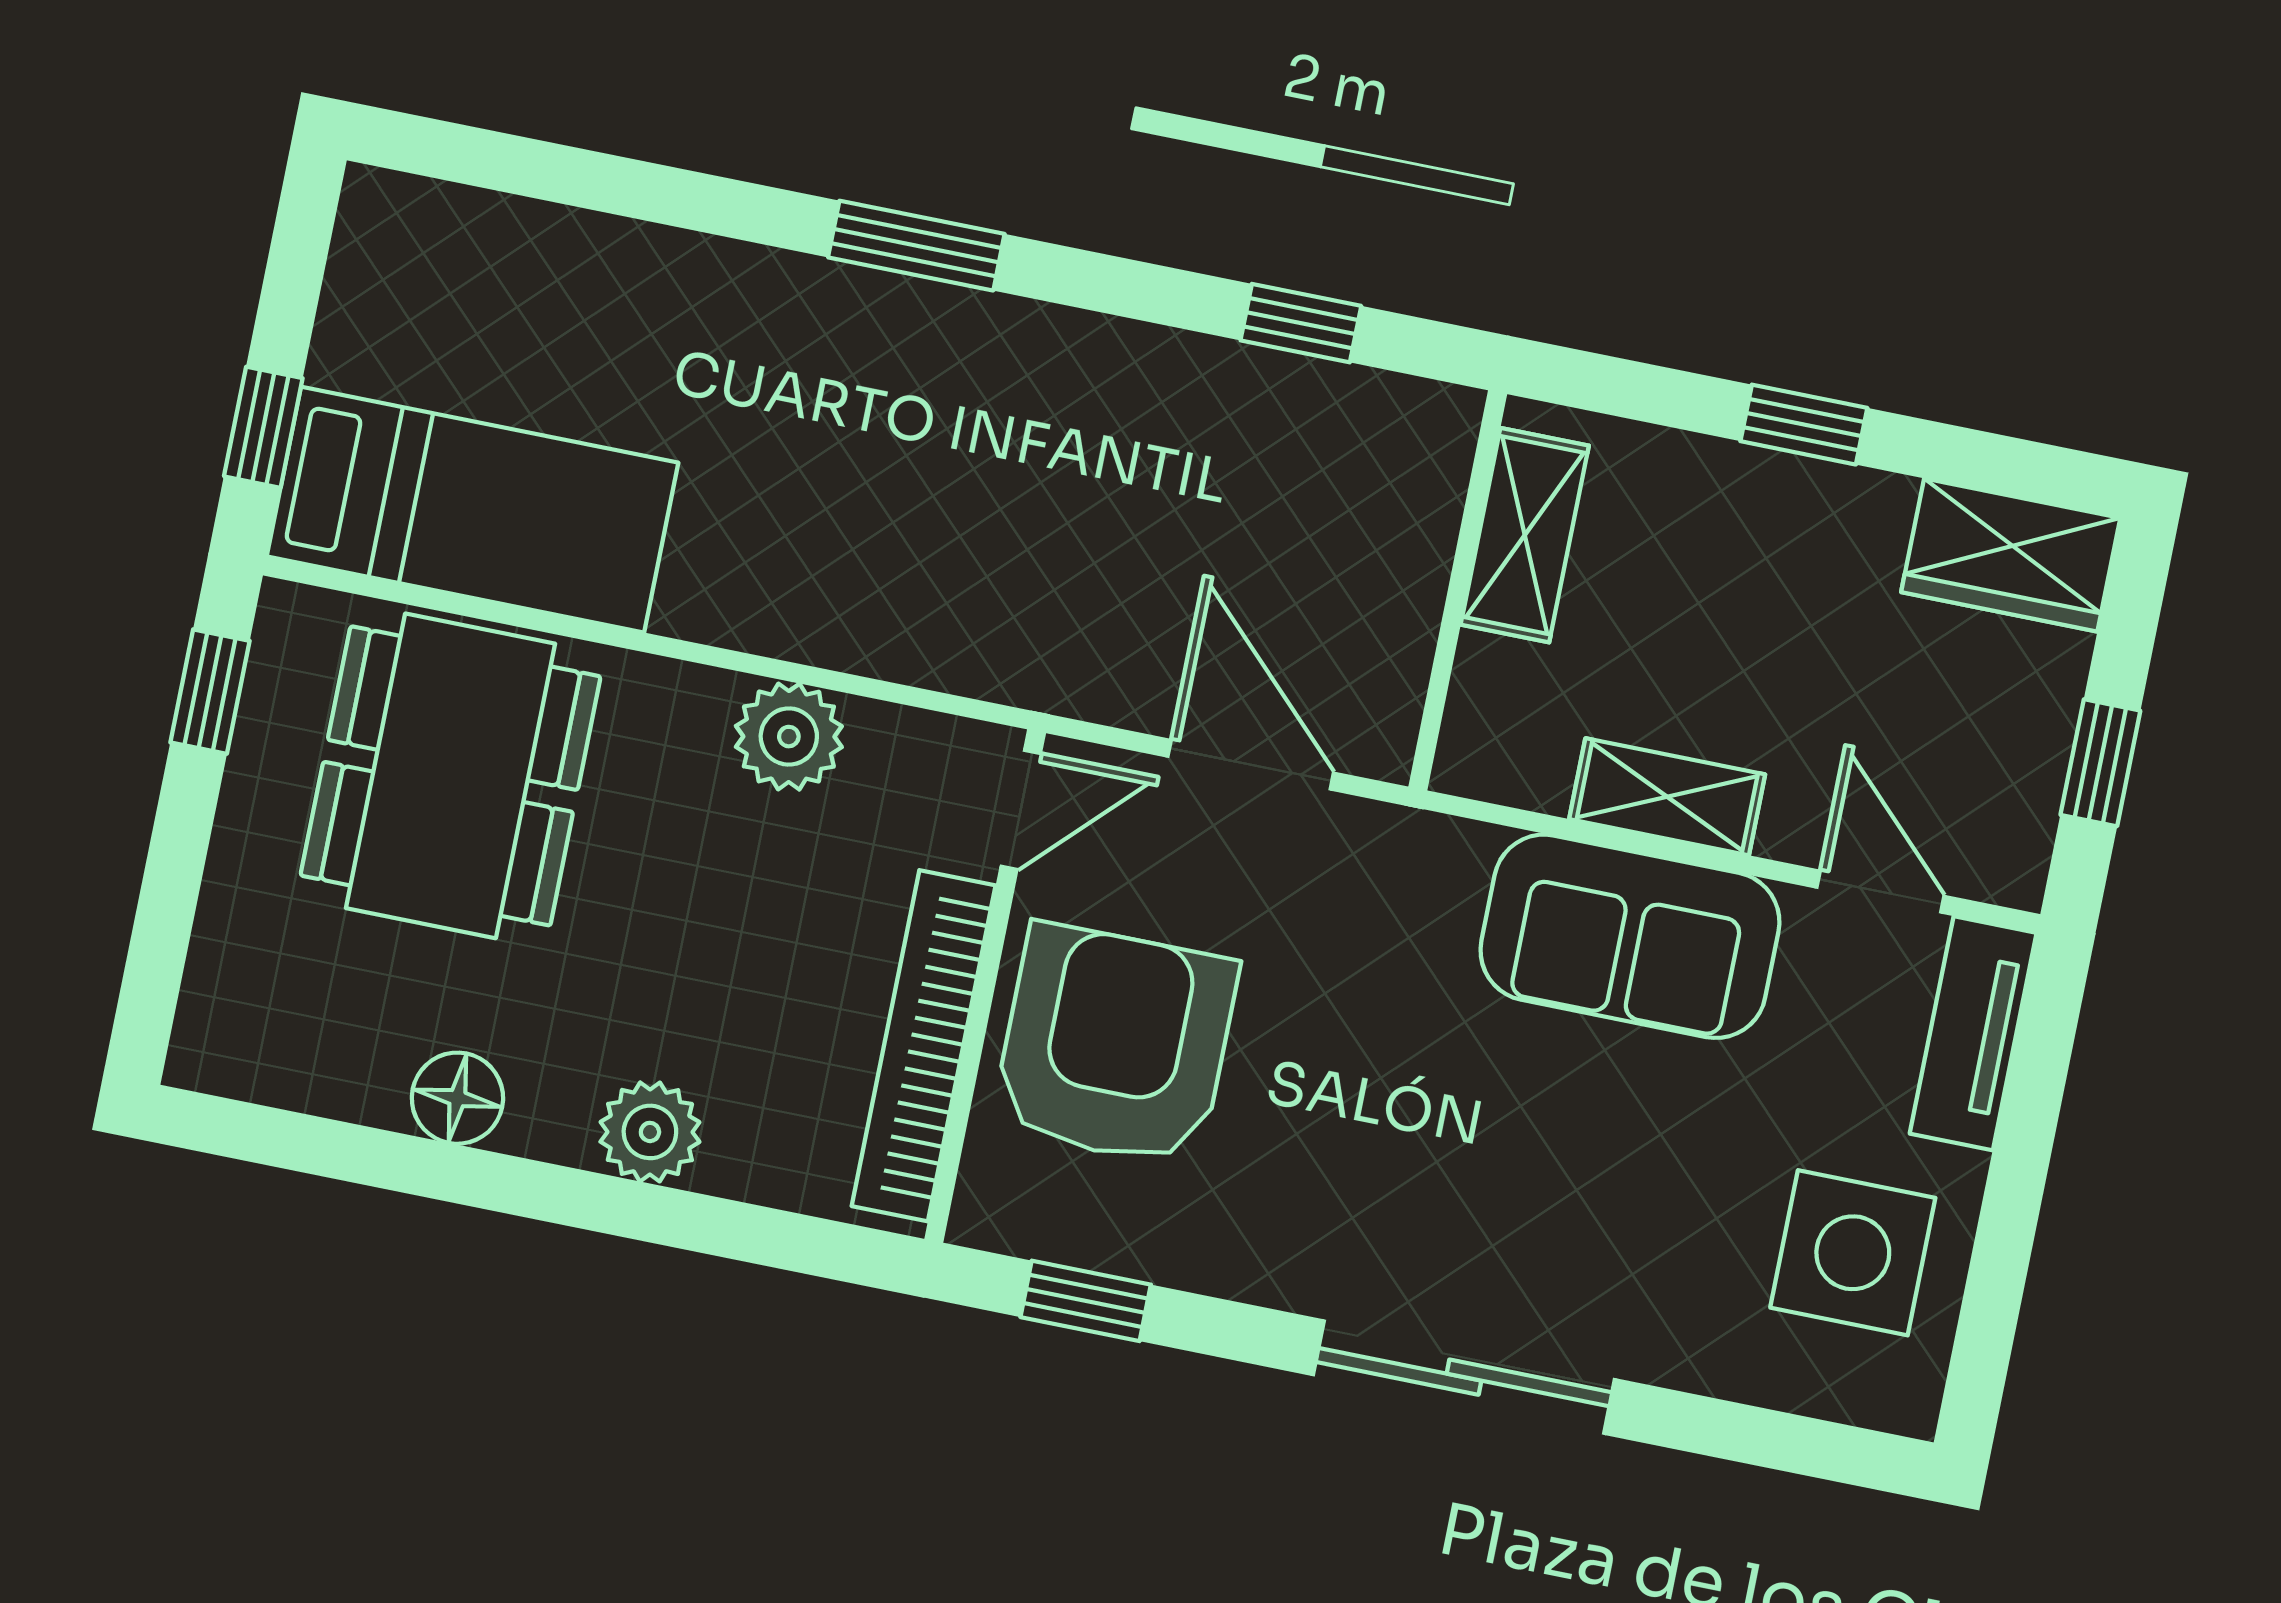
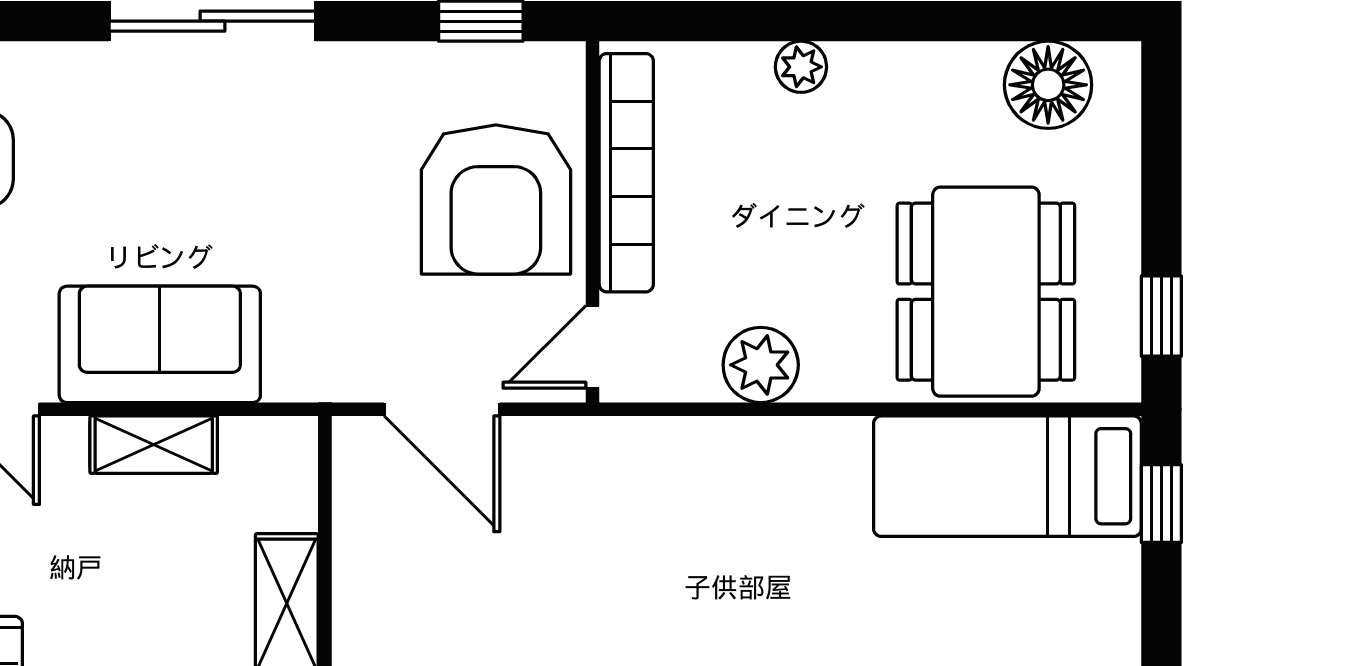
floor lamp: (457, 1098) -> (1048, 85), moved, width x1.38, depth x1.38
plant: (650, 1132) -> (801, 67), width x0.73, depth x0.73

